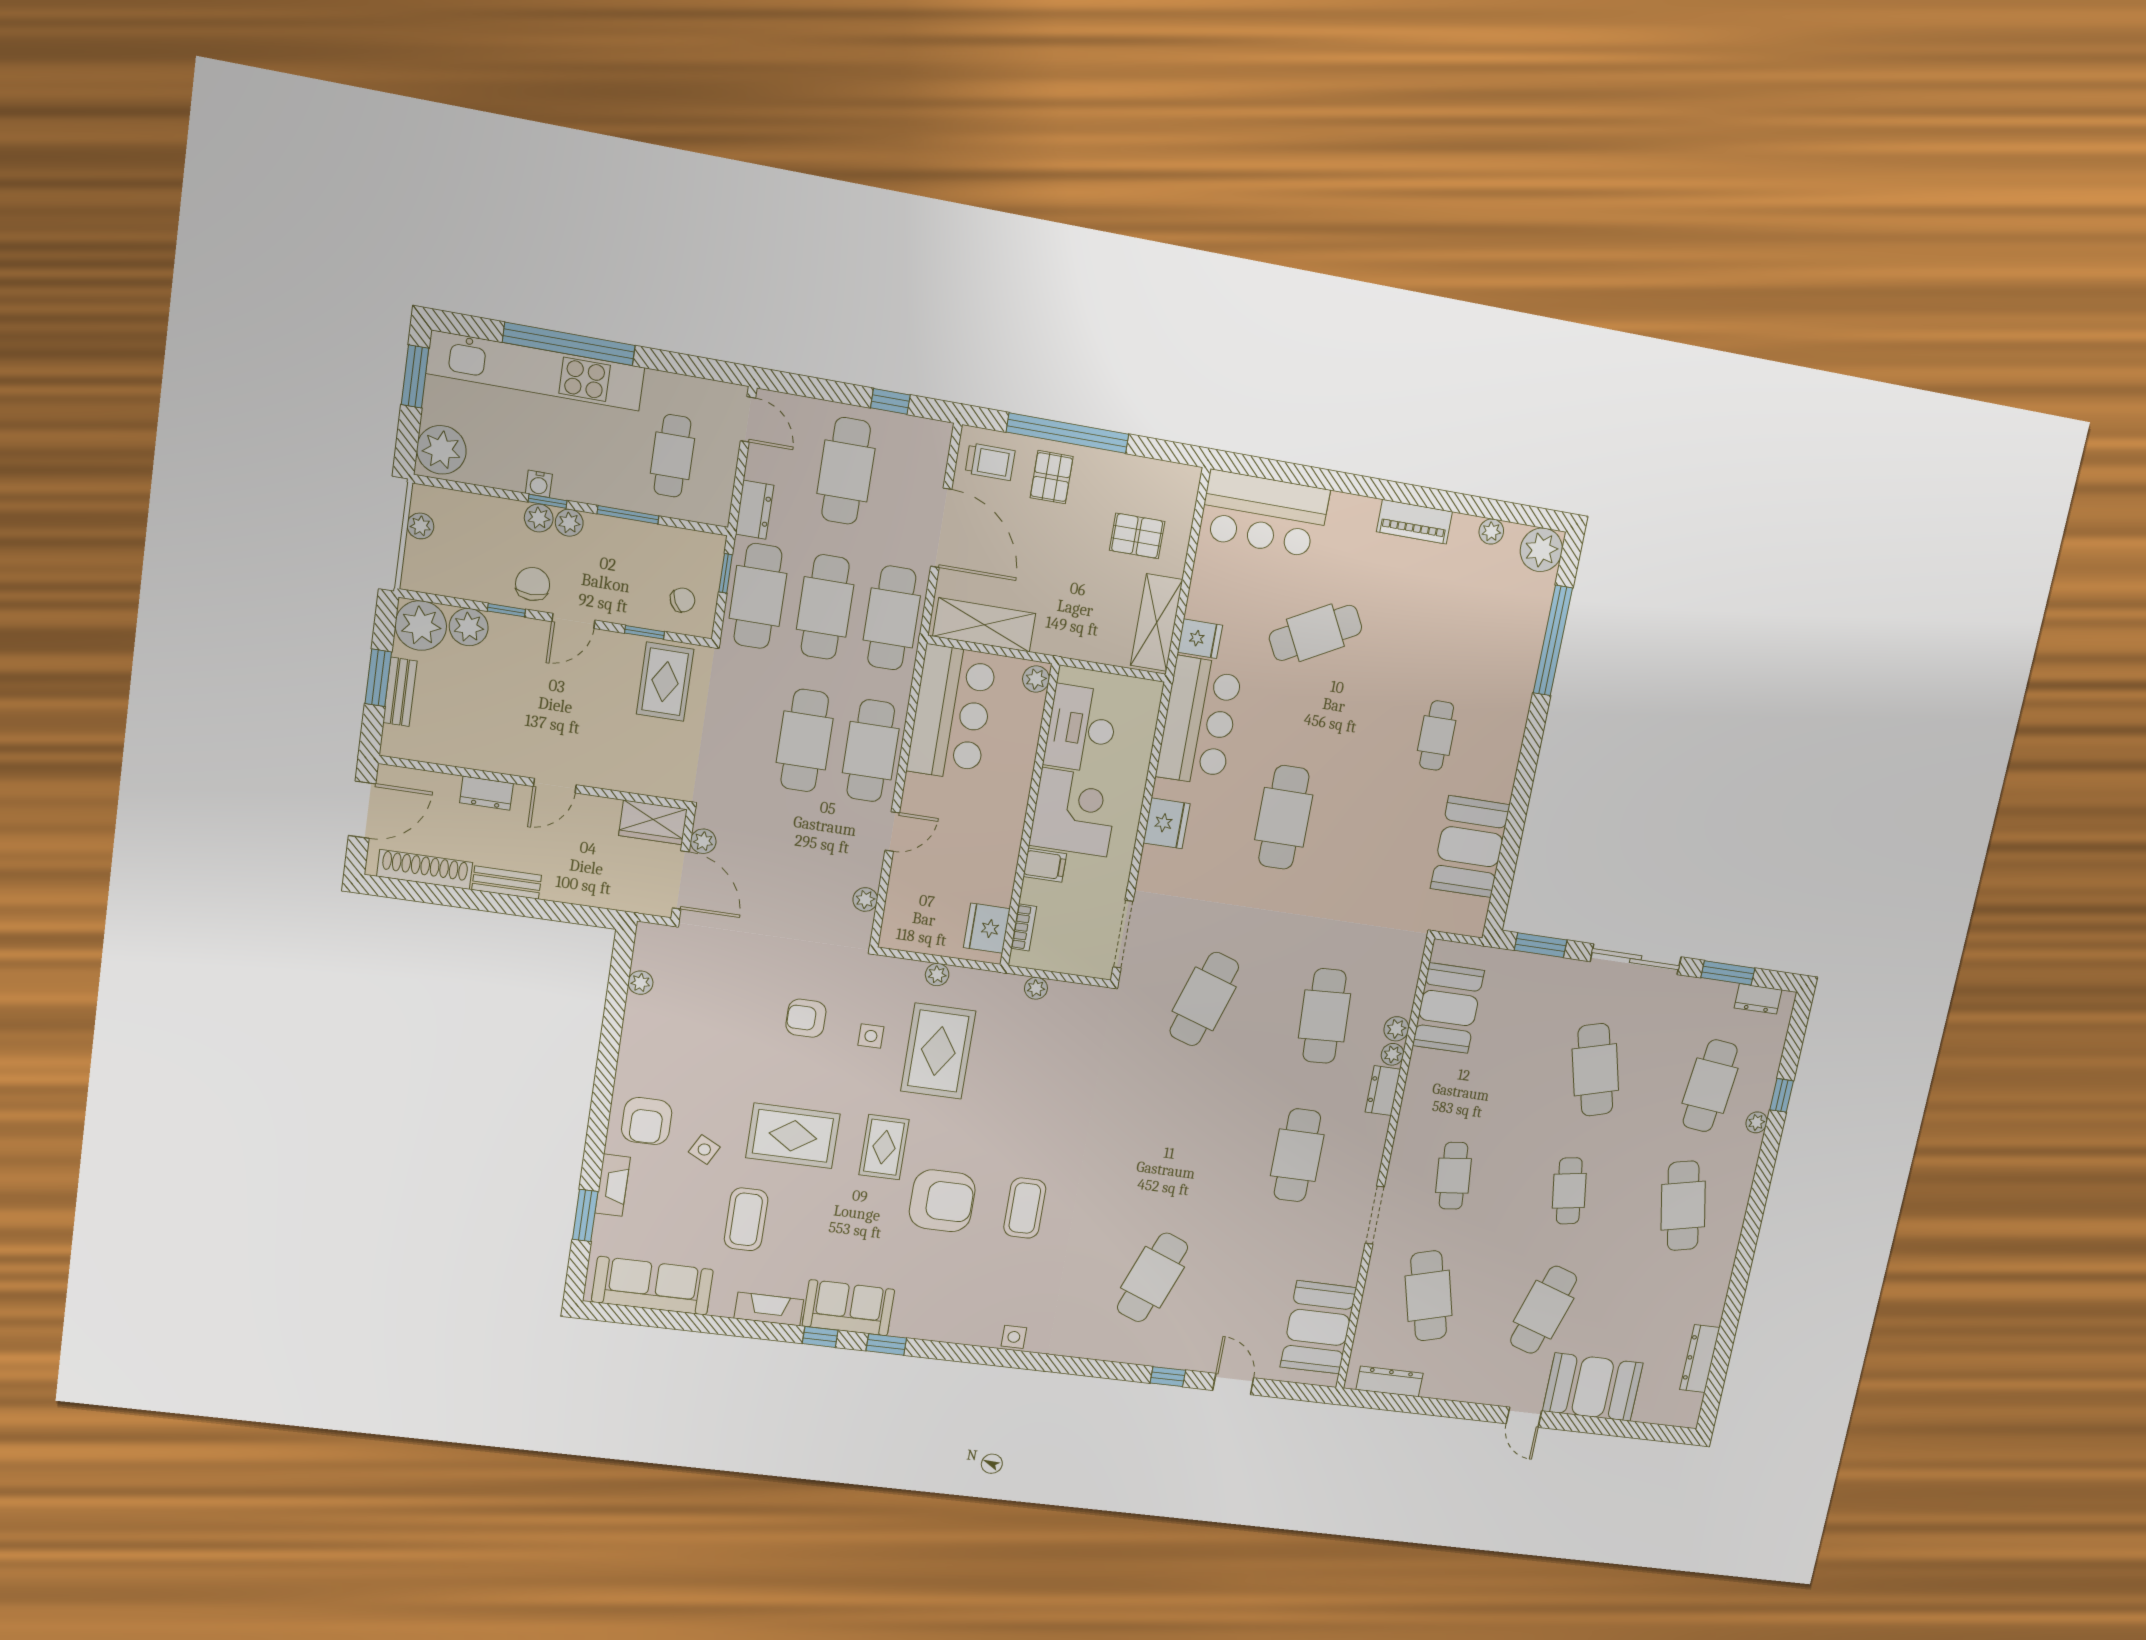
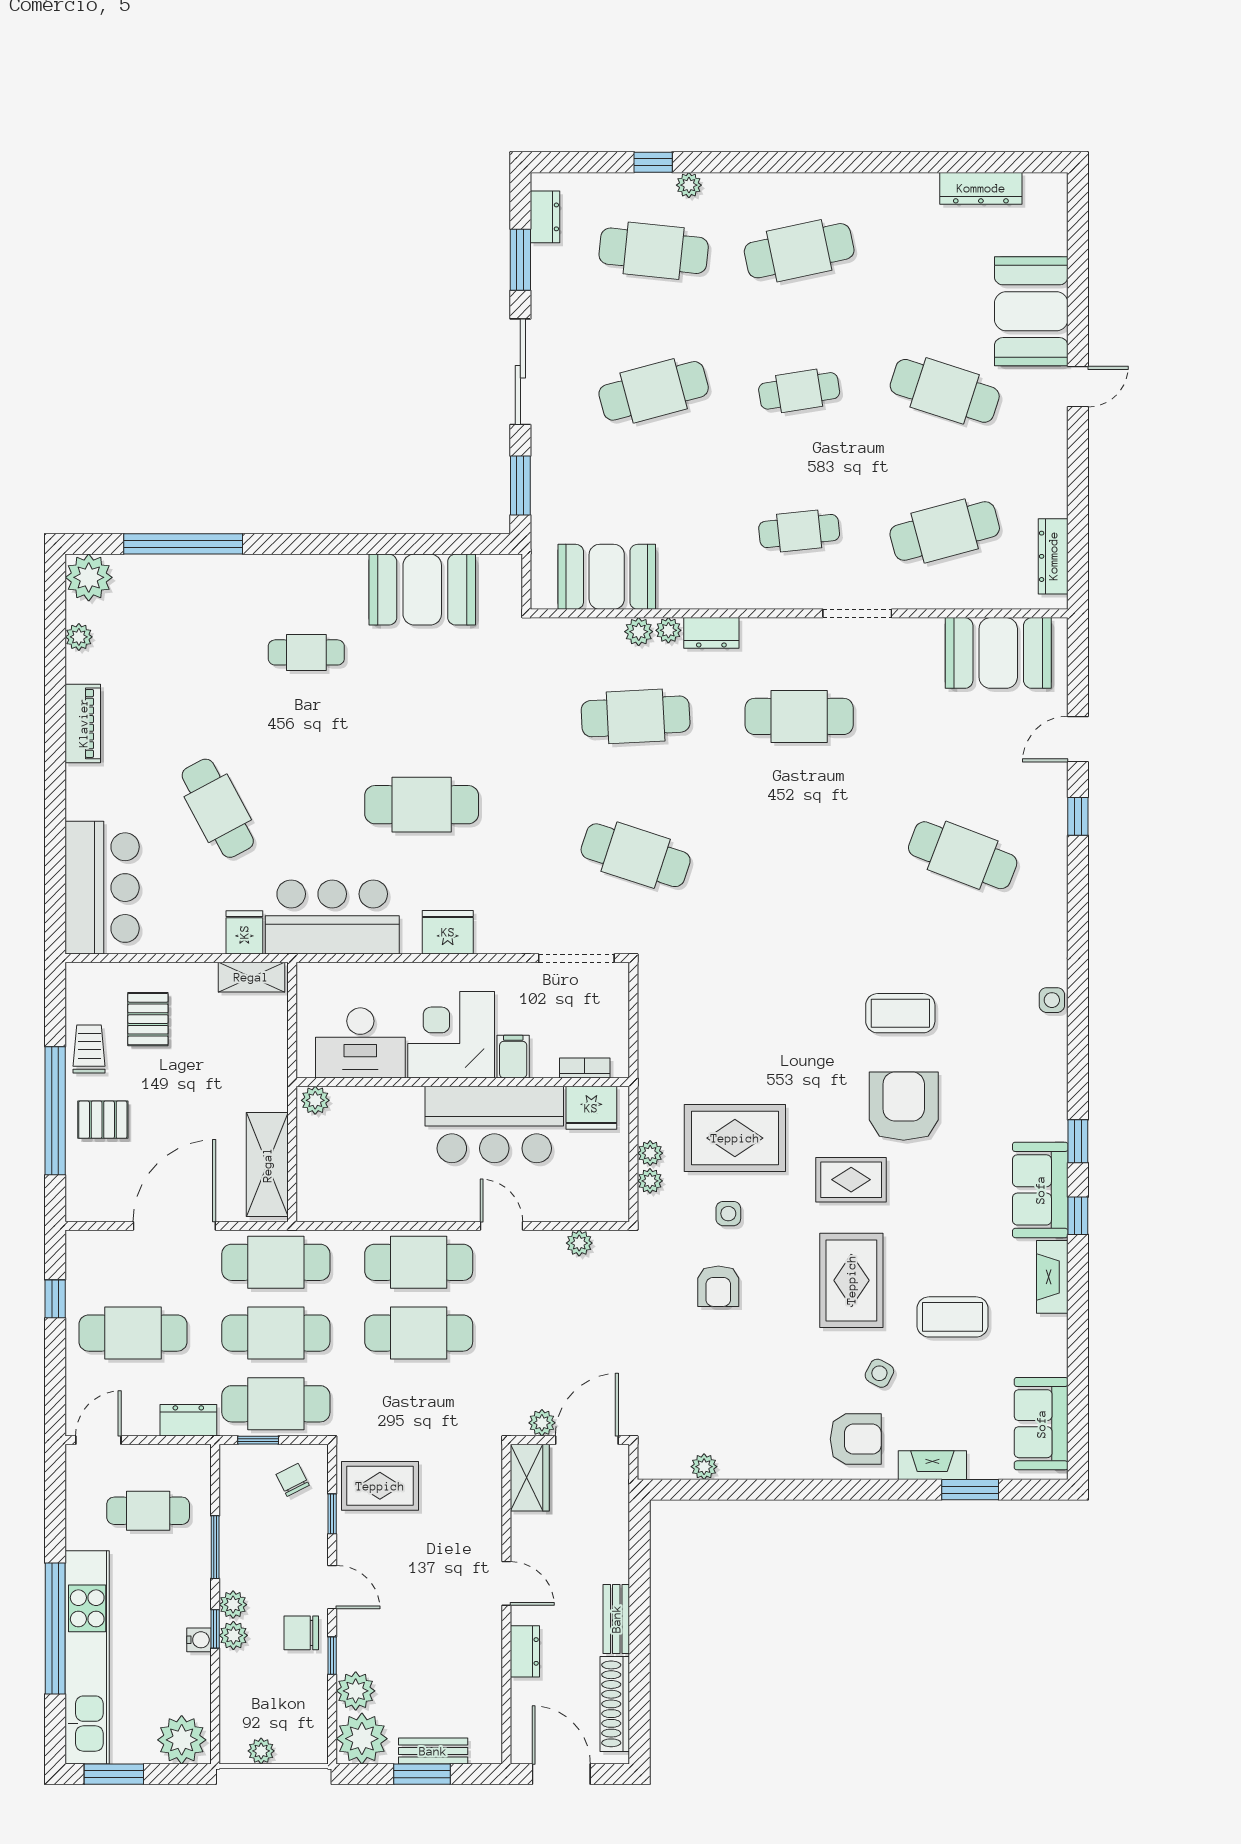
trolley: (990, 462) -> (89, 1049), moved
shelving: (1157, 623) -> (251, 977), width x0.67, depth x0.75
bar counter: (952, 713) -> (494, 1124), moved, turned 180
plant: (1036, 988) -> (650, 1181), moved
sofa: (652, 1286) -> (1041, 1424), width x0.73

